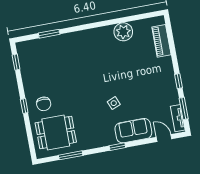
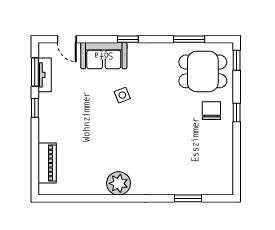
plant: (123, 32) -> (119, 183), moved
window: (16, 62) -> (237, 60), moved
tv unit: (178, 118) -> (45, 75), moved

